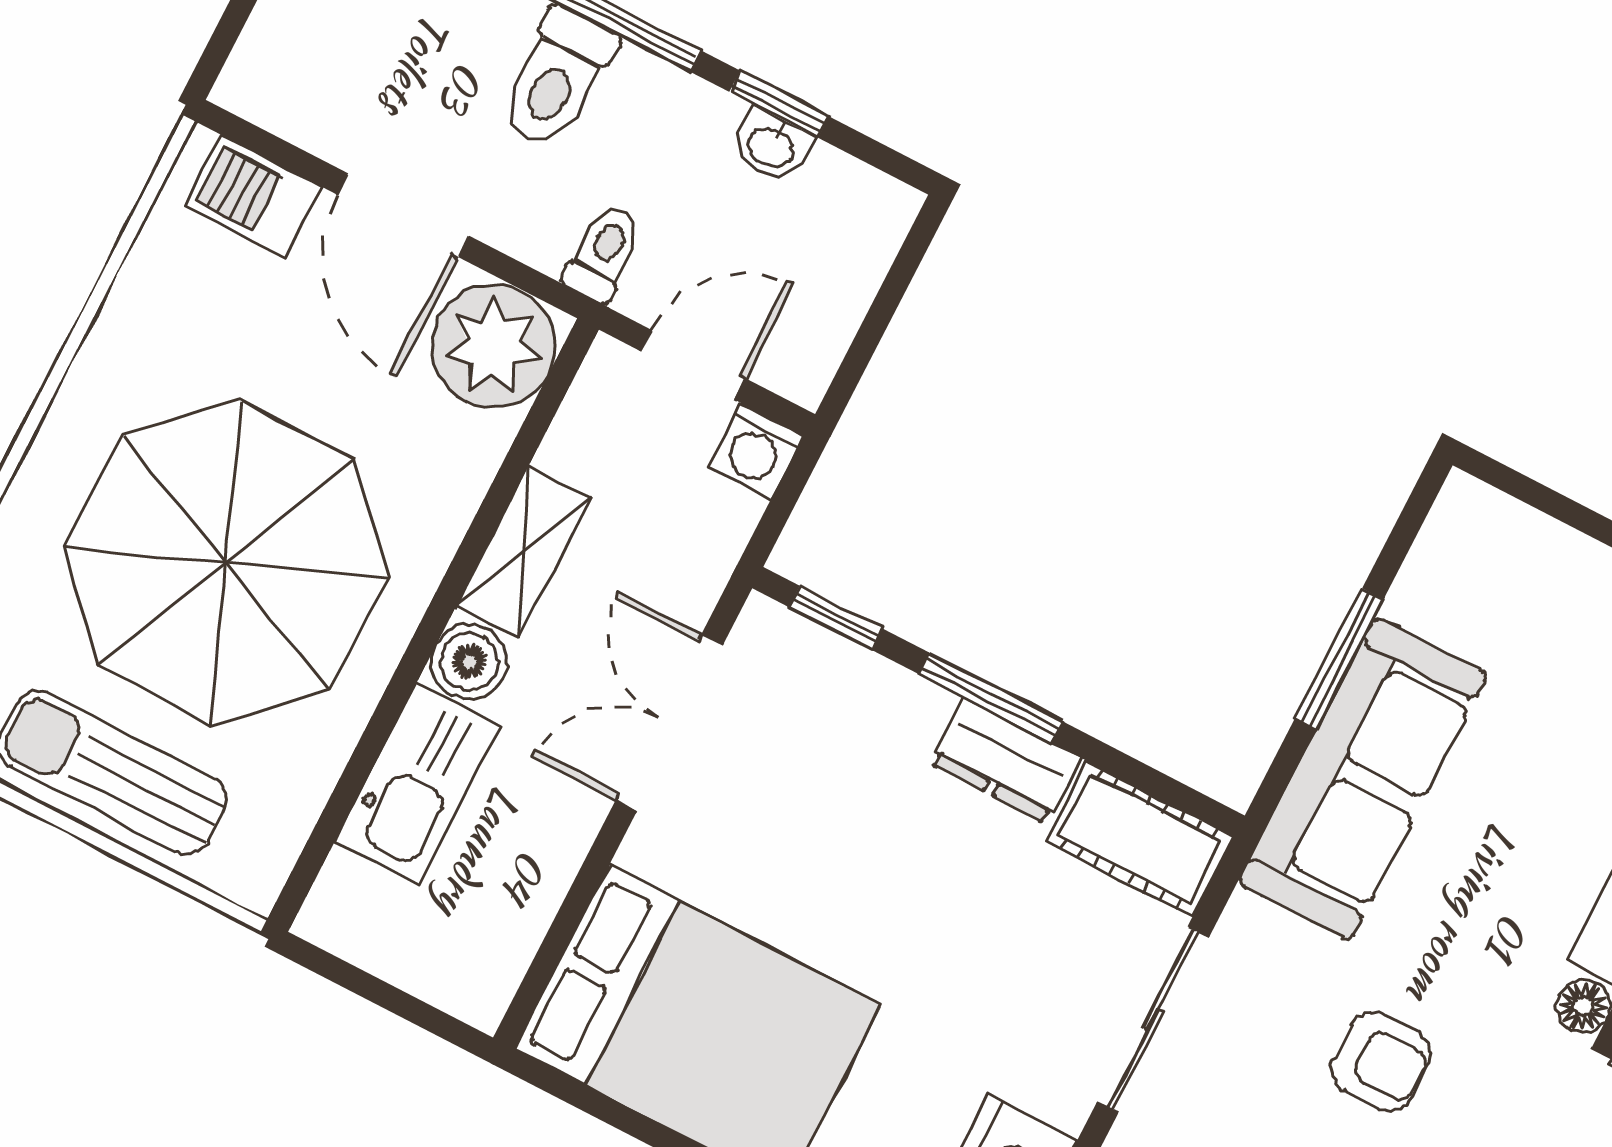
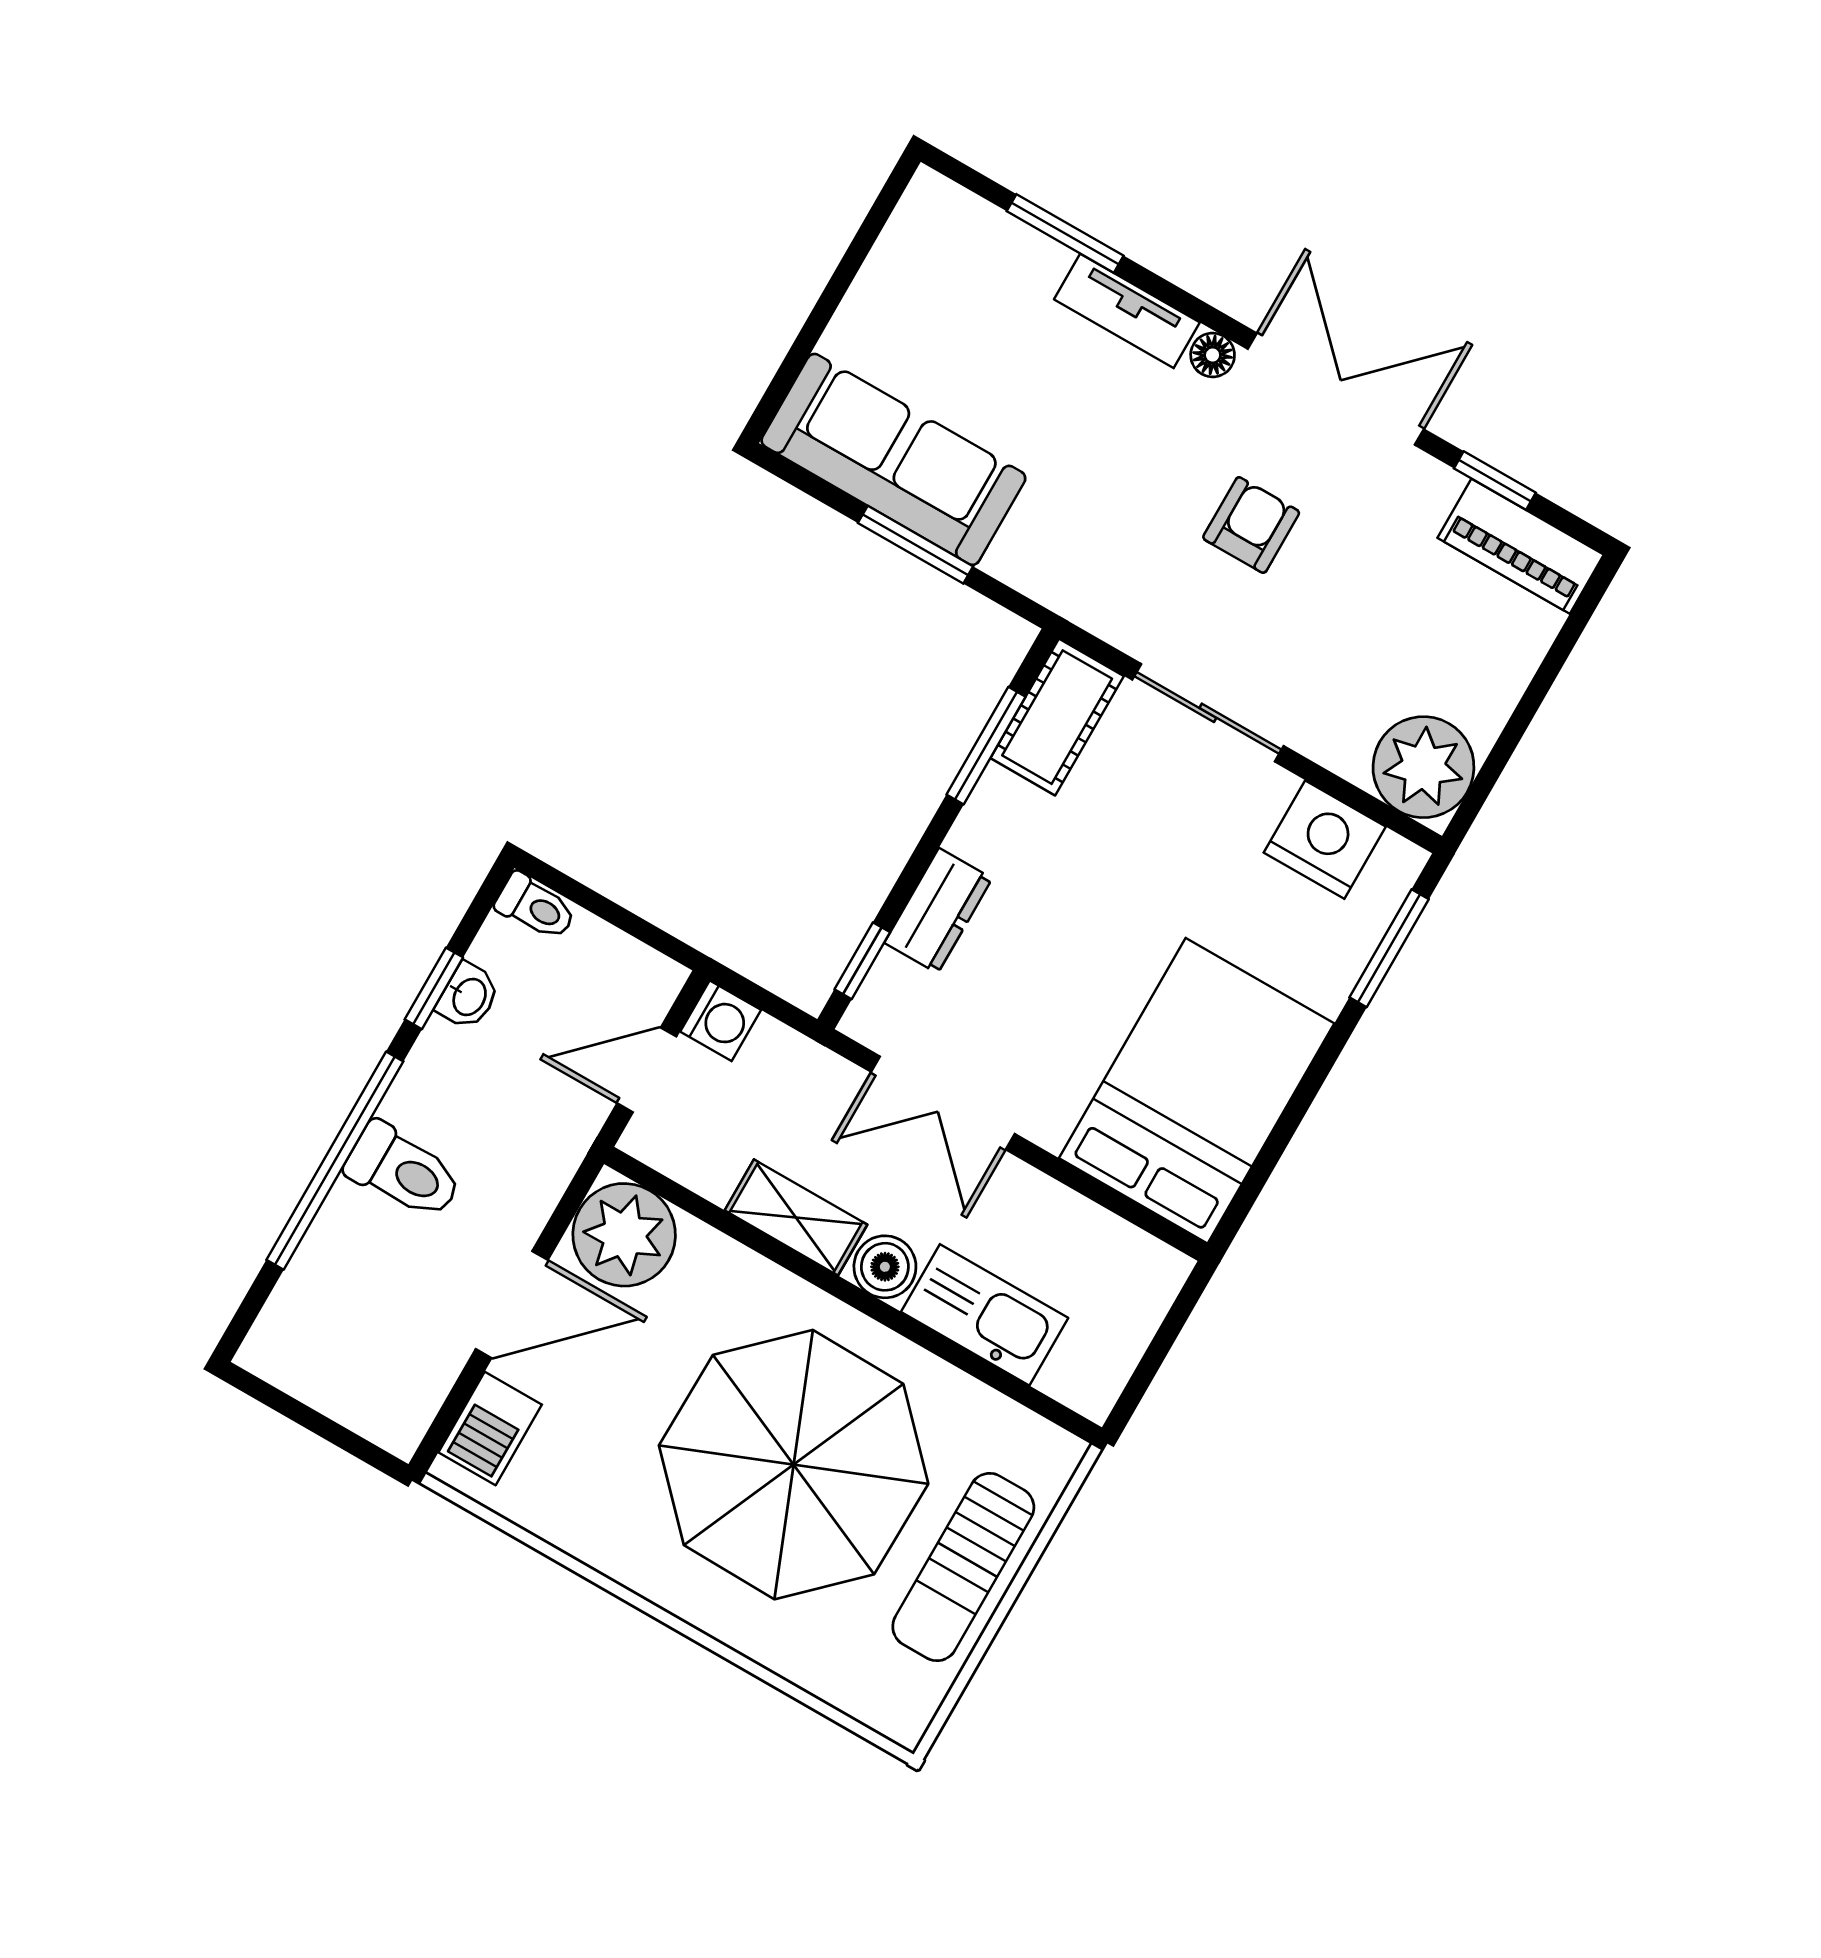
toilet: (603, 254) -> (536, 907), moved, turned 180
door: (693, 365) -> (647, 1070), hinge flipped
window: (991, 698) -> (986, 746), moved
dresser: (1005, 760) -> (938, 911), moved
sofa: (1363, 778) -> (893, 459), moved

